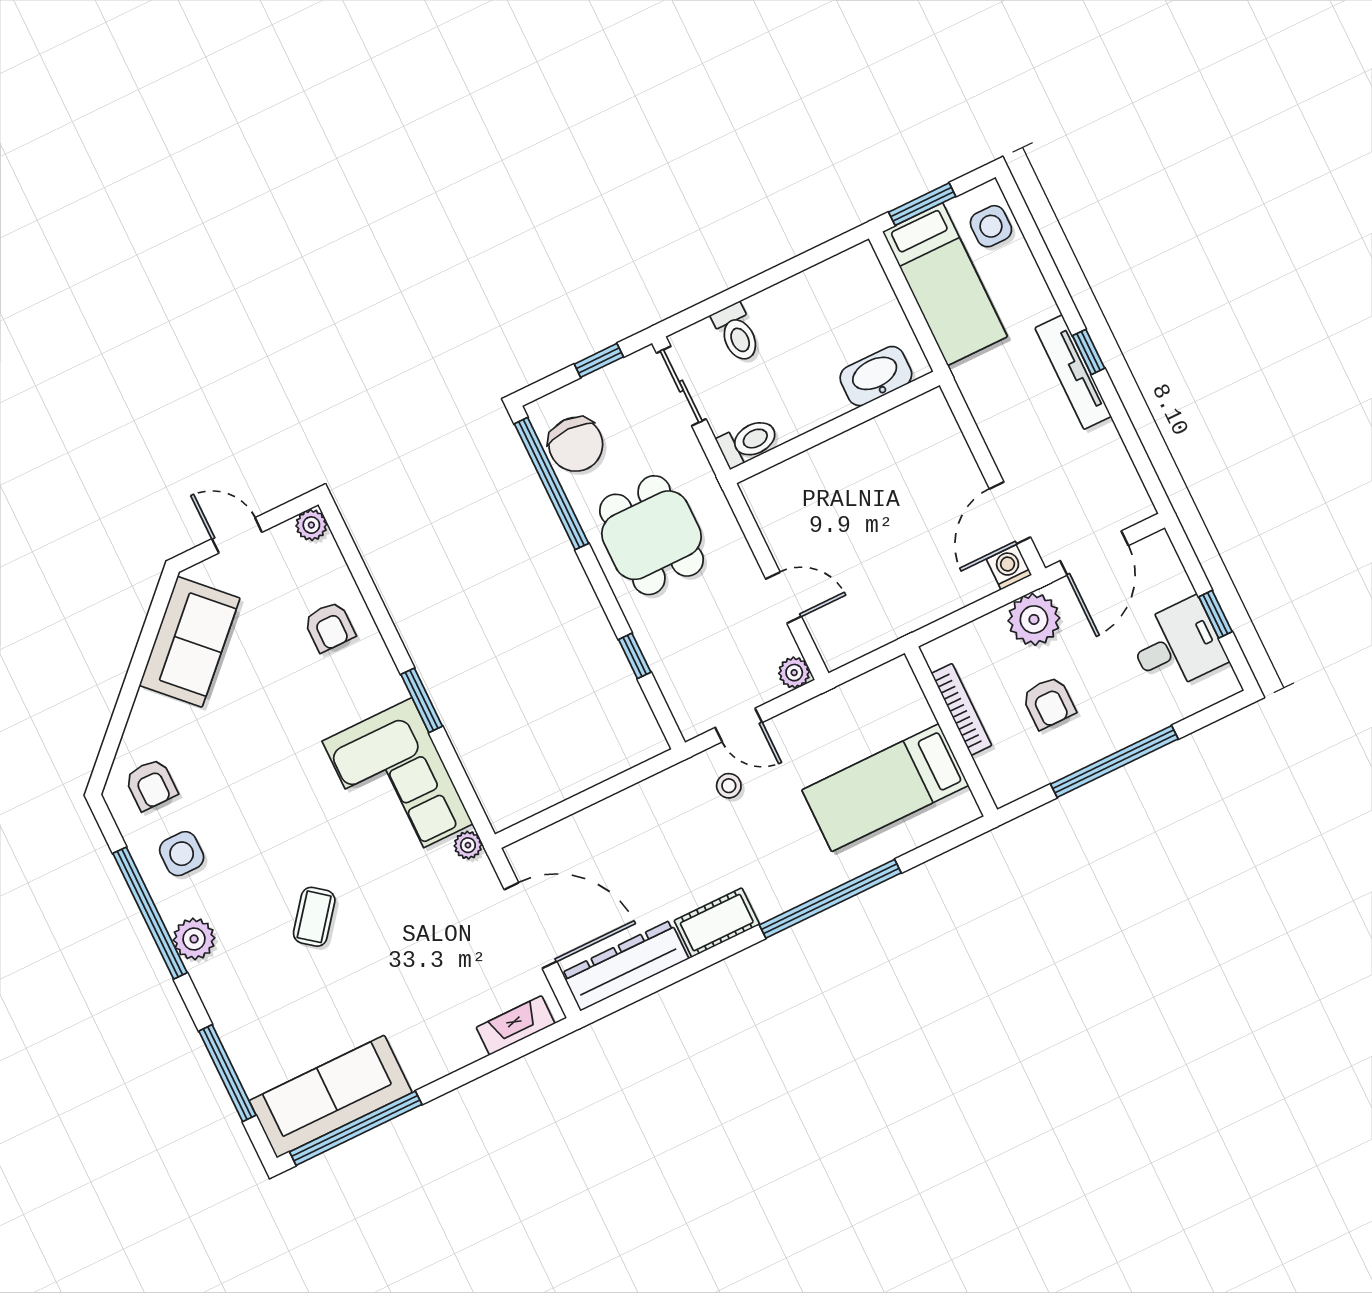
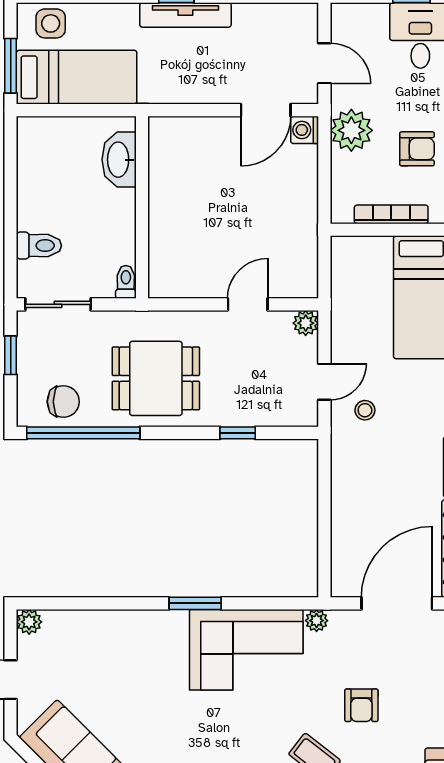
toilet: (748, 442) -> (126, 282), width x0.73, depth x0.72
chair: (576, 444) -> (63, 402), width x0.73, depth x0.73
door: (1010, 513) -> (266, 110), hinge flipped
door: (1094, 553) -> (324, 63), width x0.73
armchair: (329, 627) -> (361, 705), moved, turned 90

